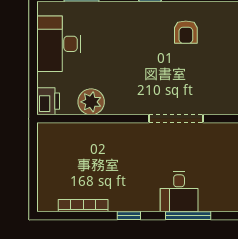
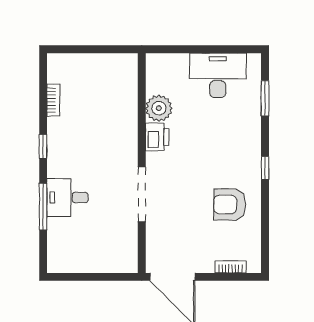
armchair: (186, 32) -> (230, 204), width x1.38, depth x1.38
printer: (48, 101) -> (157, 137), moved, turned -90
bookcase: (83, 206) -> (53, 100), width x0.64

